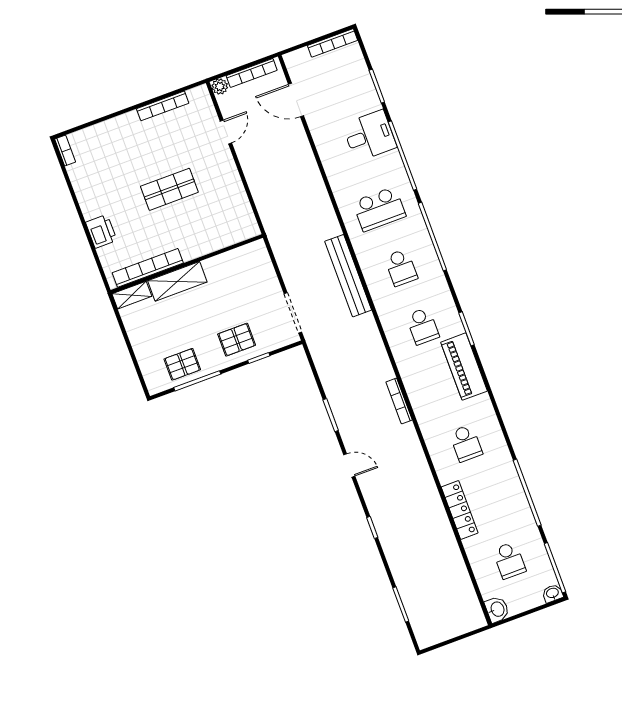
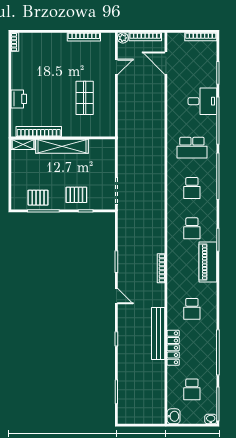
shop shelf: (169, 189) -> (85, 98), moved, turned 90
bench: (348, 276) -> (158, 333), moved
shelving: (177, 281) -> (62, 146), width x1.47

